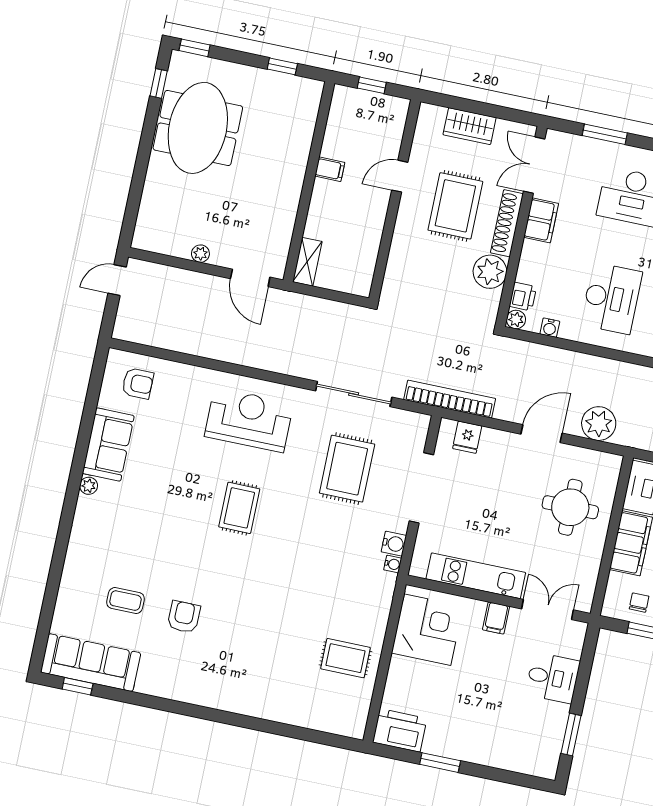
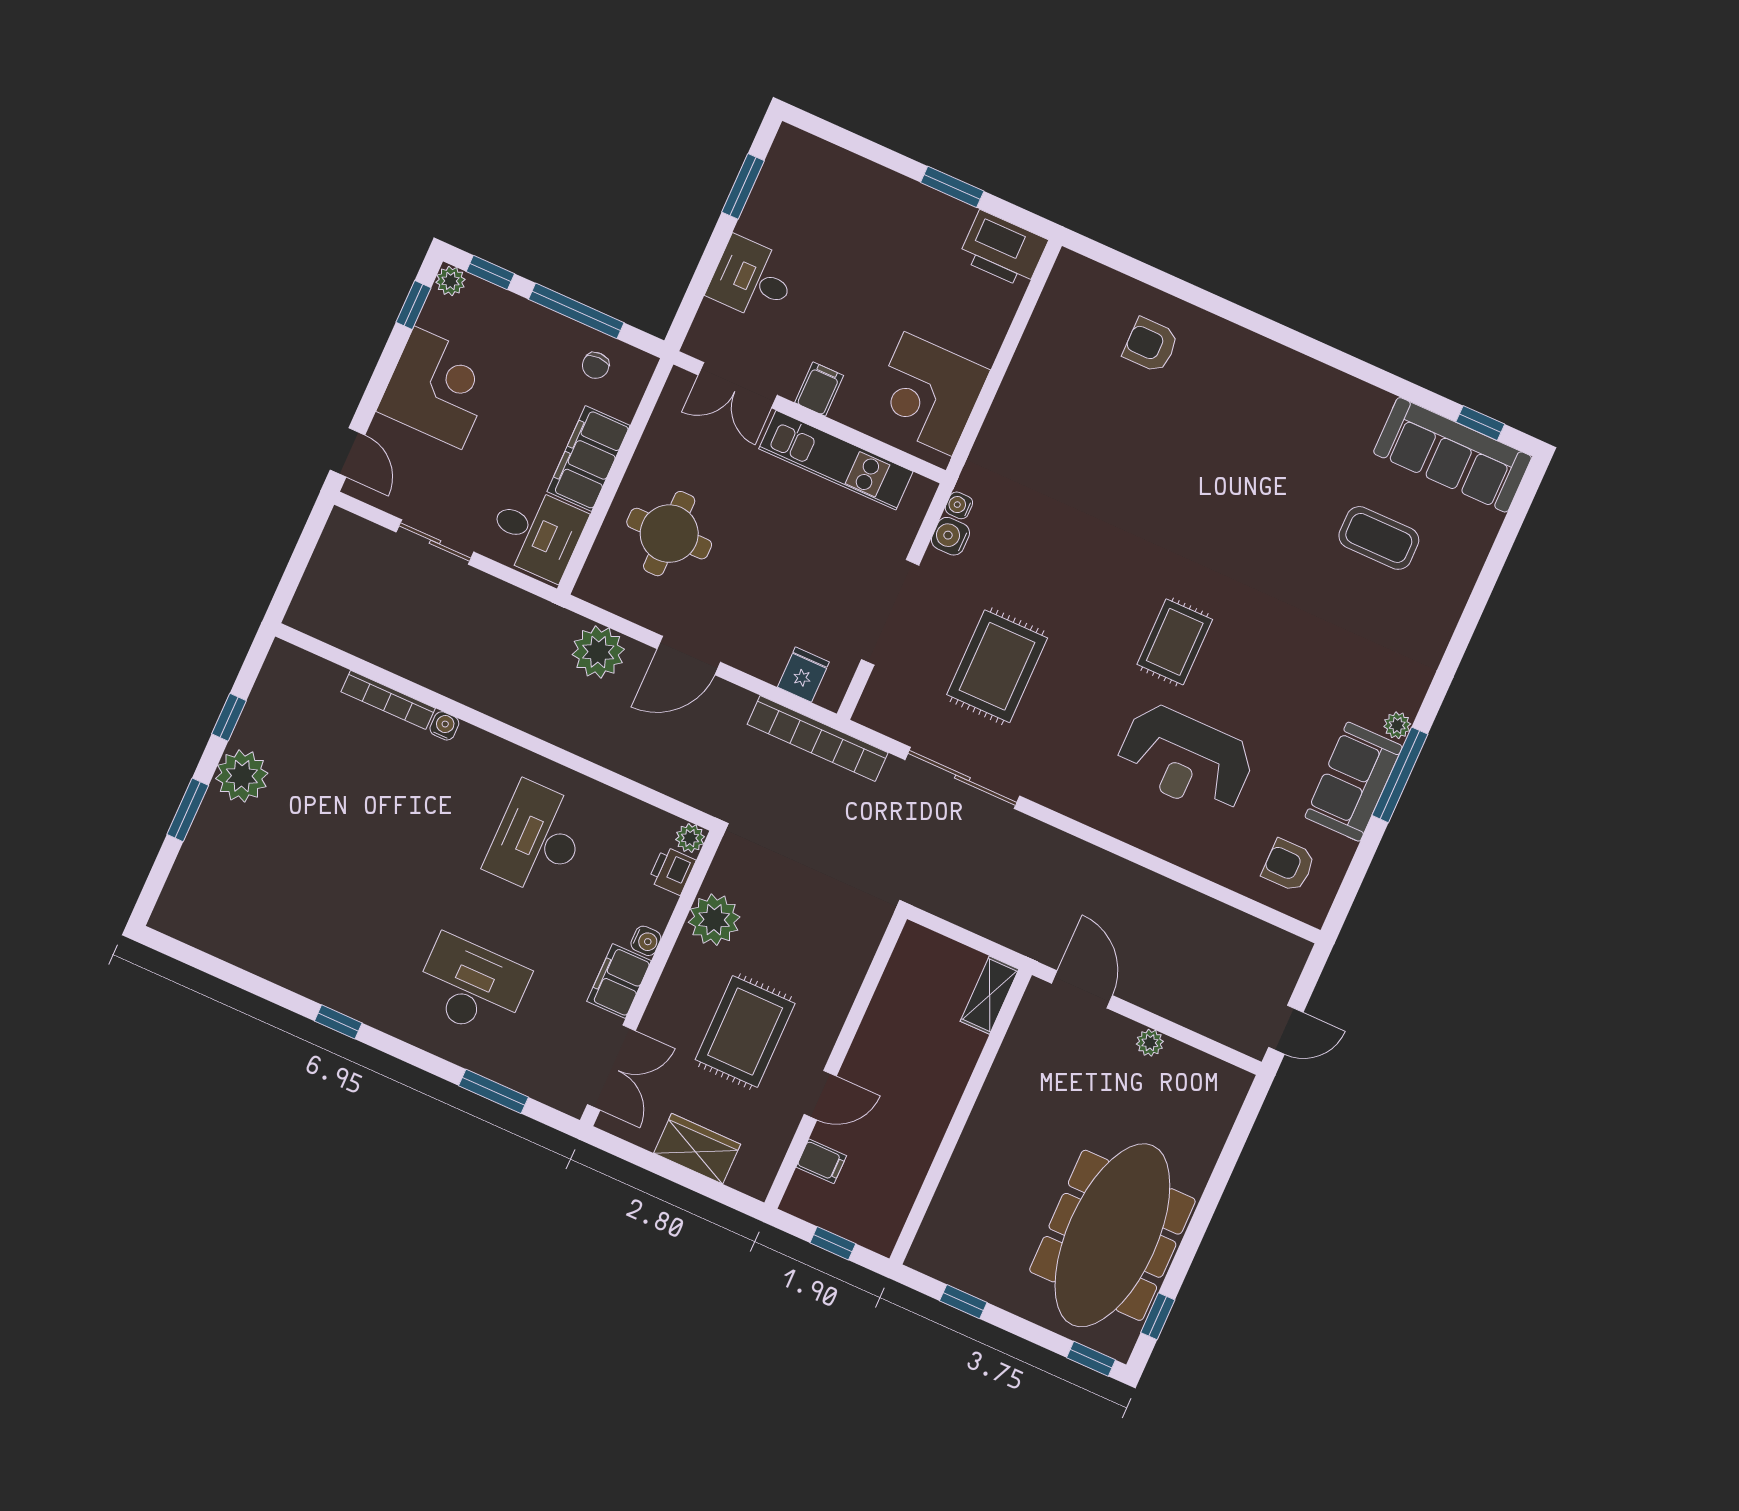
meeting table: (198, 128) -> (1112, 1235), width x1.36
filing cabinet: (330, 169) -> (821, 1161), moved, turned 180
shoe rack: (507, 223) -> (672, 988), removed
water cooler: (550, 328) -> (646, 941), moved, turned 90
reception desk: (249, 420) -> (1185, 759), moved
window: (80, 455) -> (1400, 775), added
coffee table: (125, 601) -> (1379, 538), width x1.36, depth x1.30
armchair: (184, 617) -> (1151, 345), moved, turned 90
rug: (345, 658) -> (1062, 377), removed

